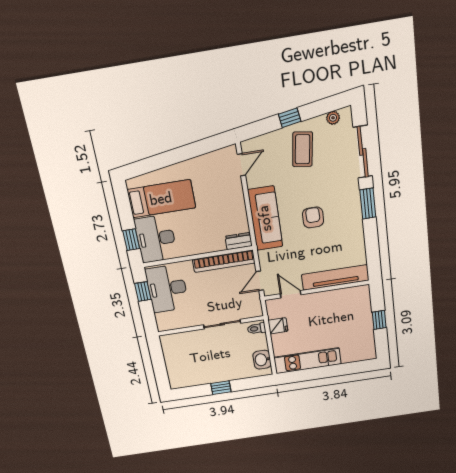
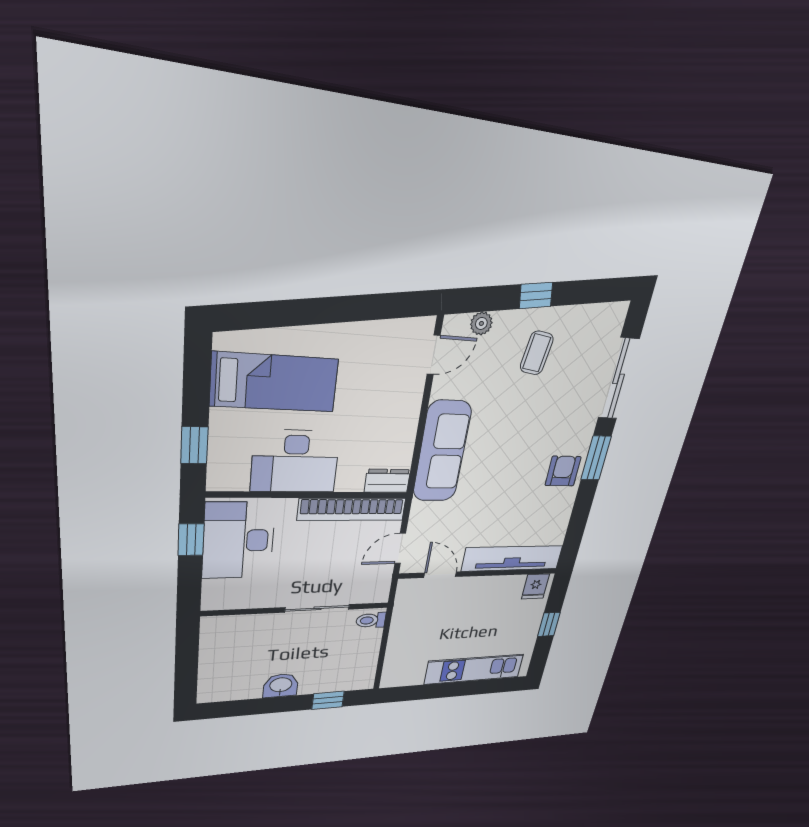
plant: (333, 118) -> (481, 323), moved
coffee table: (303, 149) -> (537, 353), width x0.73, depth x0.77
armchair: (313, 217) -> (563, 471), moved
desk: (156, 239) -> (295, 461), moved, turned -90
fridge: (278, 326) -> (535, 586), moved, turned 90
washbasin: (262, 360) -> (281, 685), moved, turned 90
kitchen unit: (307, 361) -> (474, 669), moved
window: (221, 388) -> (328, 700), moved

